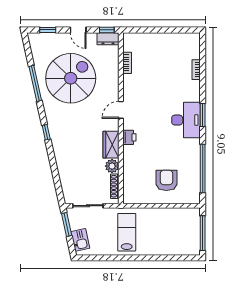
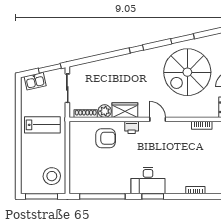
spiral stairs: (71, 78) -> (187, 72), turned 90
window: (35, 83) -> (183, 39), width x0.69
armchair: (166, 180) -> (106, 138), moved
stool: (181, 222) -> (52, 176), added

